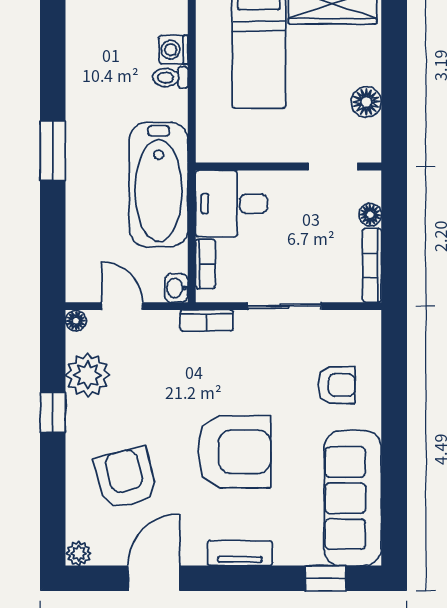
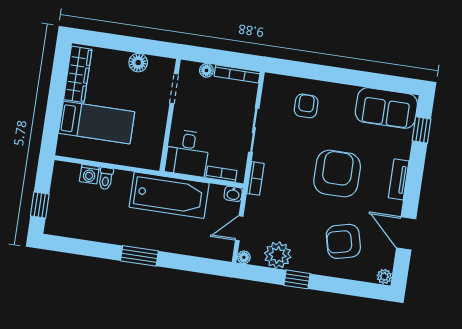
sofa: (353, 498) -> (386, 108), width x0.73

